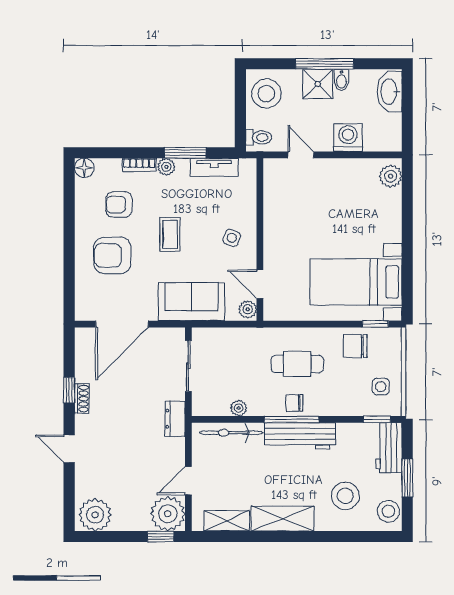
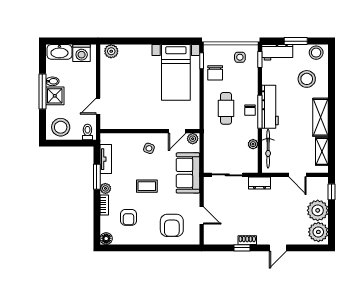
washing machine: (348, 137) -> (82, 53), moved, turned -90
armchair: (112, 255) -> (172, 225), moved
door: (122, 324) -> (202, 216), width x0.53
plant: (168, 514) -> (318, 210), moved

